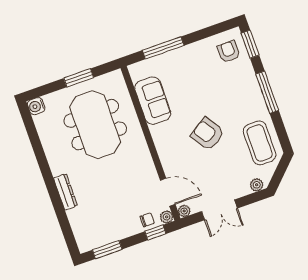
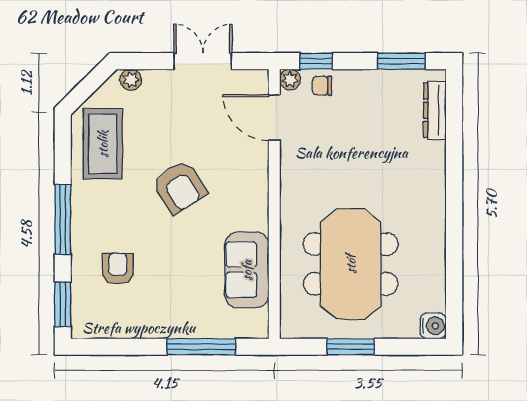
armchair: (229, 52) -> (118, 269), moved, turned 180
dresser: (65, 192) -> (435, 110), moved
plant: (184, 211) -> (259, 79), removed

